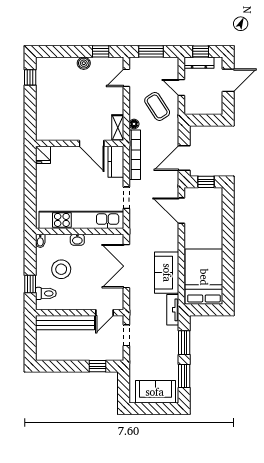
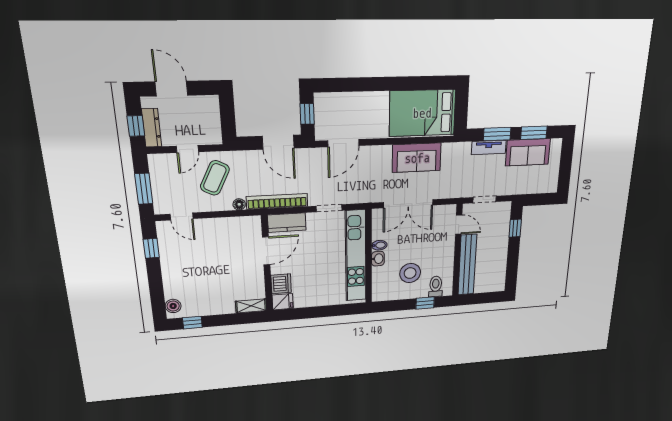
boiler: (84, 63) -> (173, 306), moved
coffee table: (157, 106) -> (215, 178), turned -30
shelving: (118, 128) -> (251, 306), moved
dishwasher: (60, 154) -> (281, 284), added
bidet: (40, 241) -> (379, 245), moved
tv unit: (173, 310) -> (489, 148), moved
sofa: (155, 392) -> (528, 152), moved, turned -90

